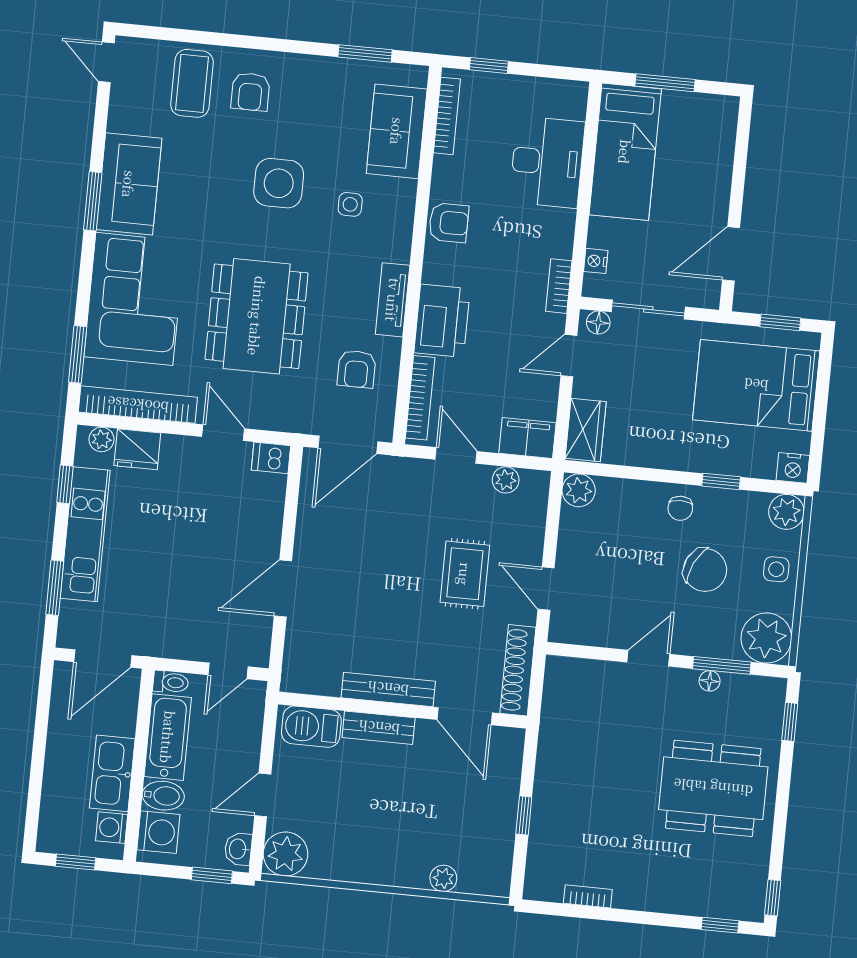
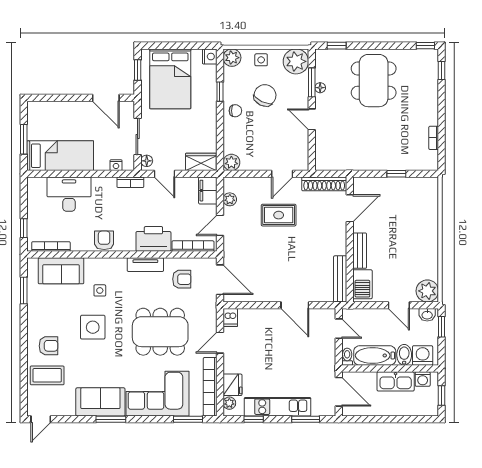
bench: (388, 689) -> (340, 279), moved
plant: (443, 878) -> (432, 211), removed

